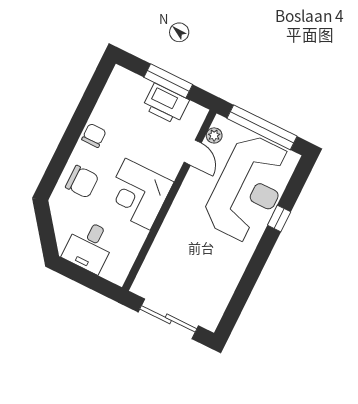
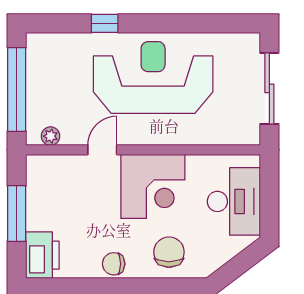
printer: (166, 104) -> (42, 255), moved
door: (193, 153) -> (102, 150), moved
reception desk: (248, 188) -> (153, 77), moved
desk: (89, 246) -> (234, 201), width x1.37

